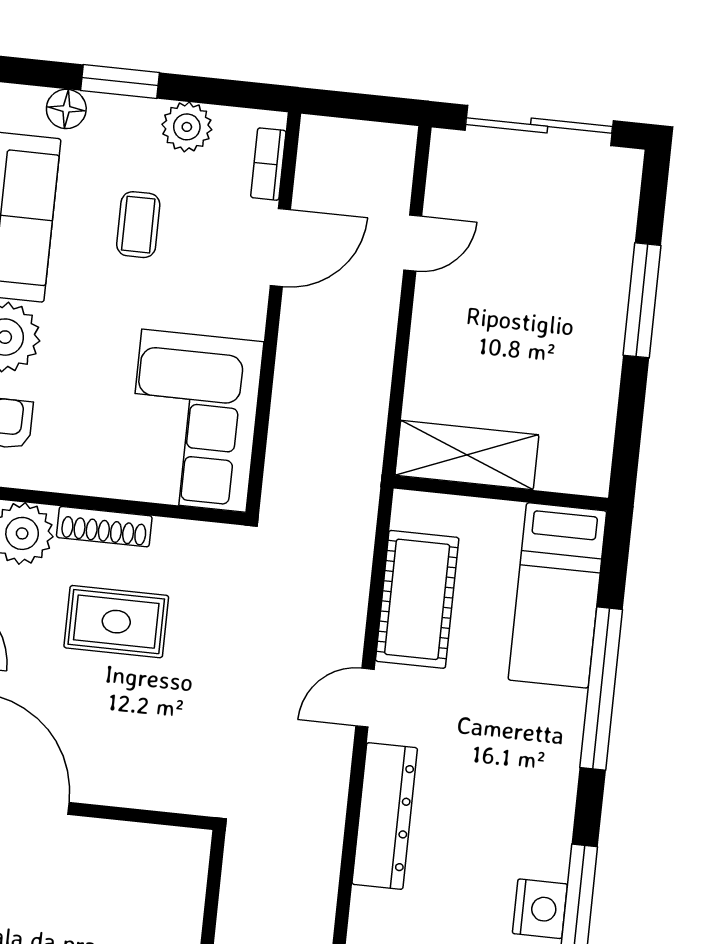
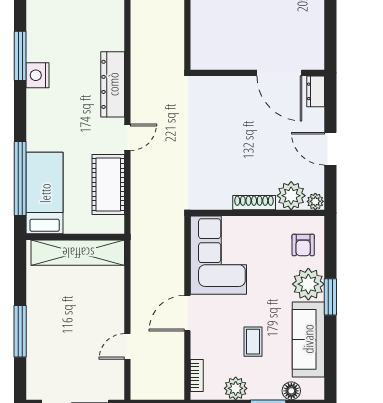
door: (280, 247) -> (187, 313), moved
shelving: (467, 455) -> (78, 253), width x1.47
rug: (116, 622) -> (244, 160), removed
window: (601, 689) -> (20, 179), moved
nightstand: (540, 909) -> (38, 75), moved

